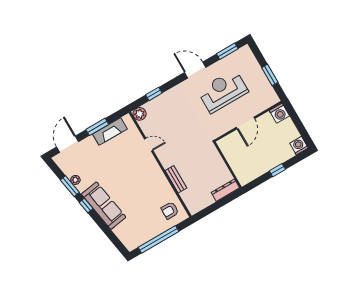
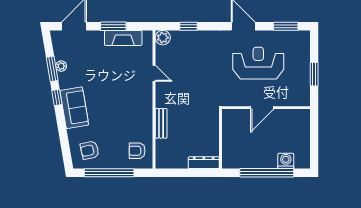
washing machine: (279, 113) -> (302, 117), removed
washing machine: (299, 146) -> (286, 161), moved
window: (277, 170) -> (267, 173), width x3.17
sofa: (104, 206) -> (74, 108), width x0.73
armchair: (134, 231) -> (90, 150), added

